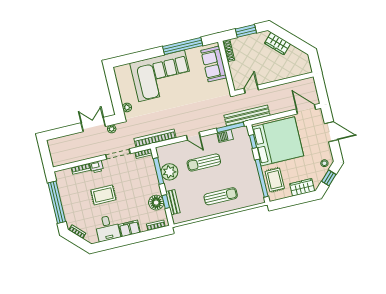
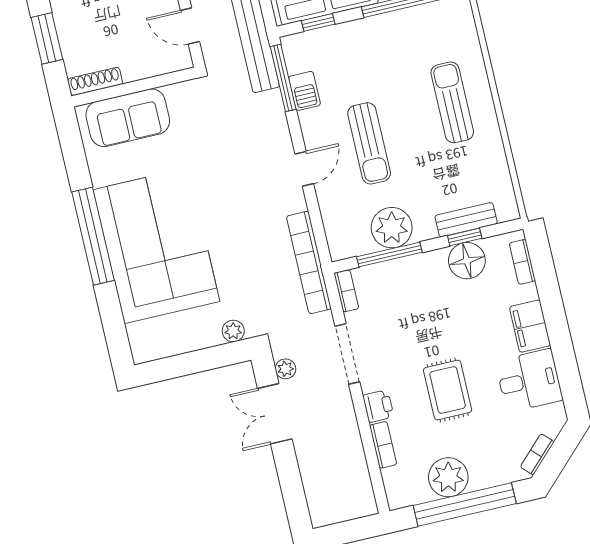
window: (183, 46) -> (93, 236), moved
plant: (68, 195) -> (448, 477), added

